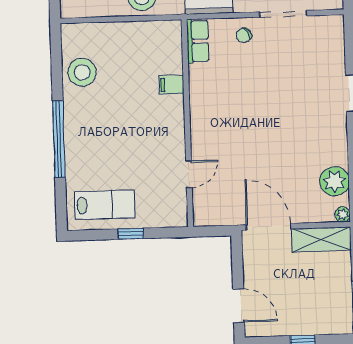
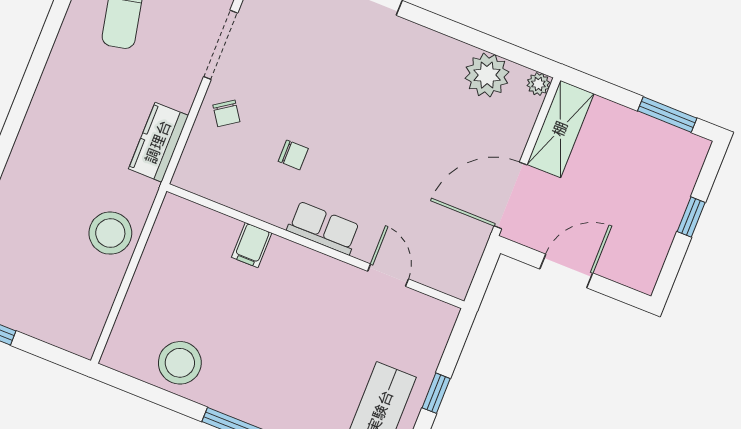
row of seats: (198, 41) -> (324, 228), moved
chair: (236, 86) -> (293, 155), added
door: (239, 306) -> (566, 271), moved

